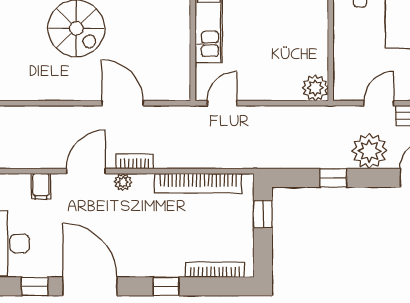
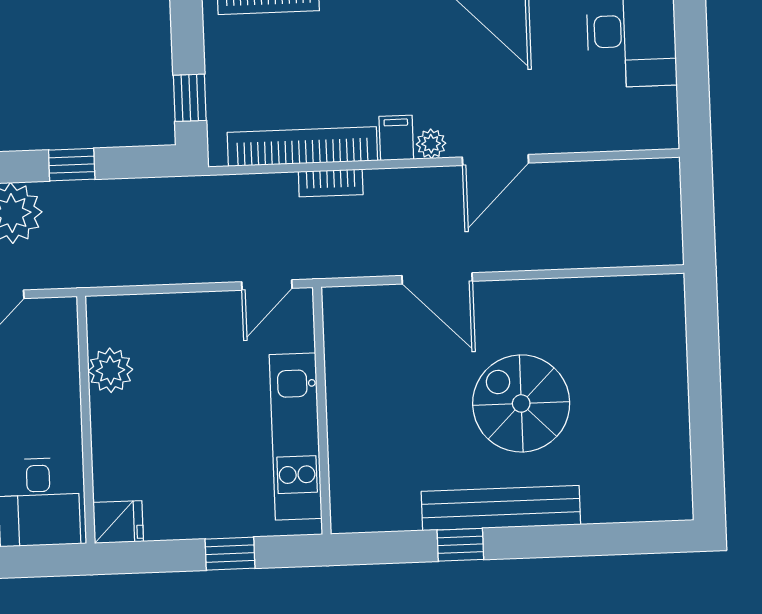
plant: (315, 88) -> (110, 370), moved
bookcase: (135, 161) -> (331, 183), moved
filing cabinet: (41, 186) -> (396, 138), moved

